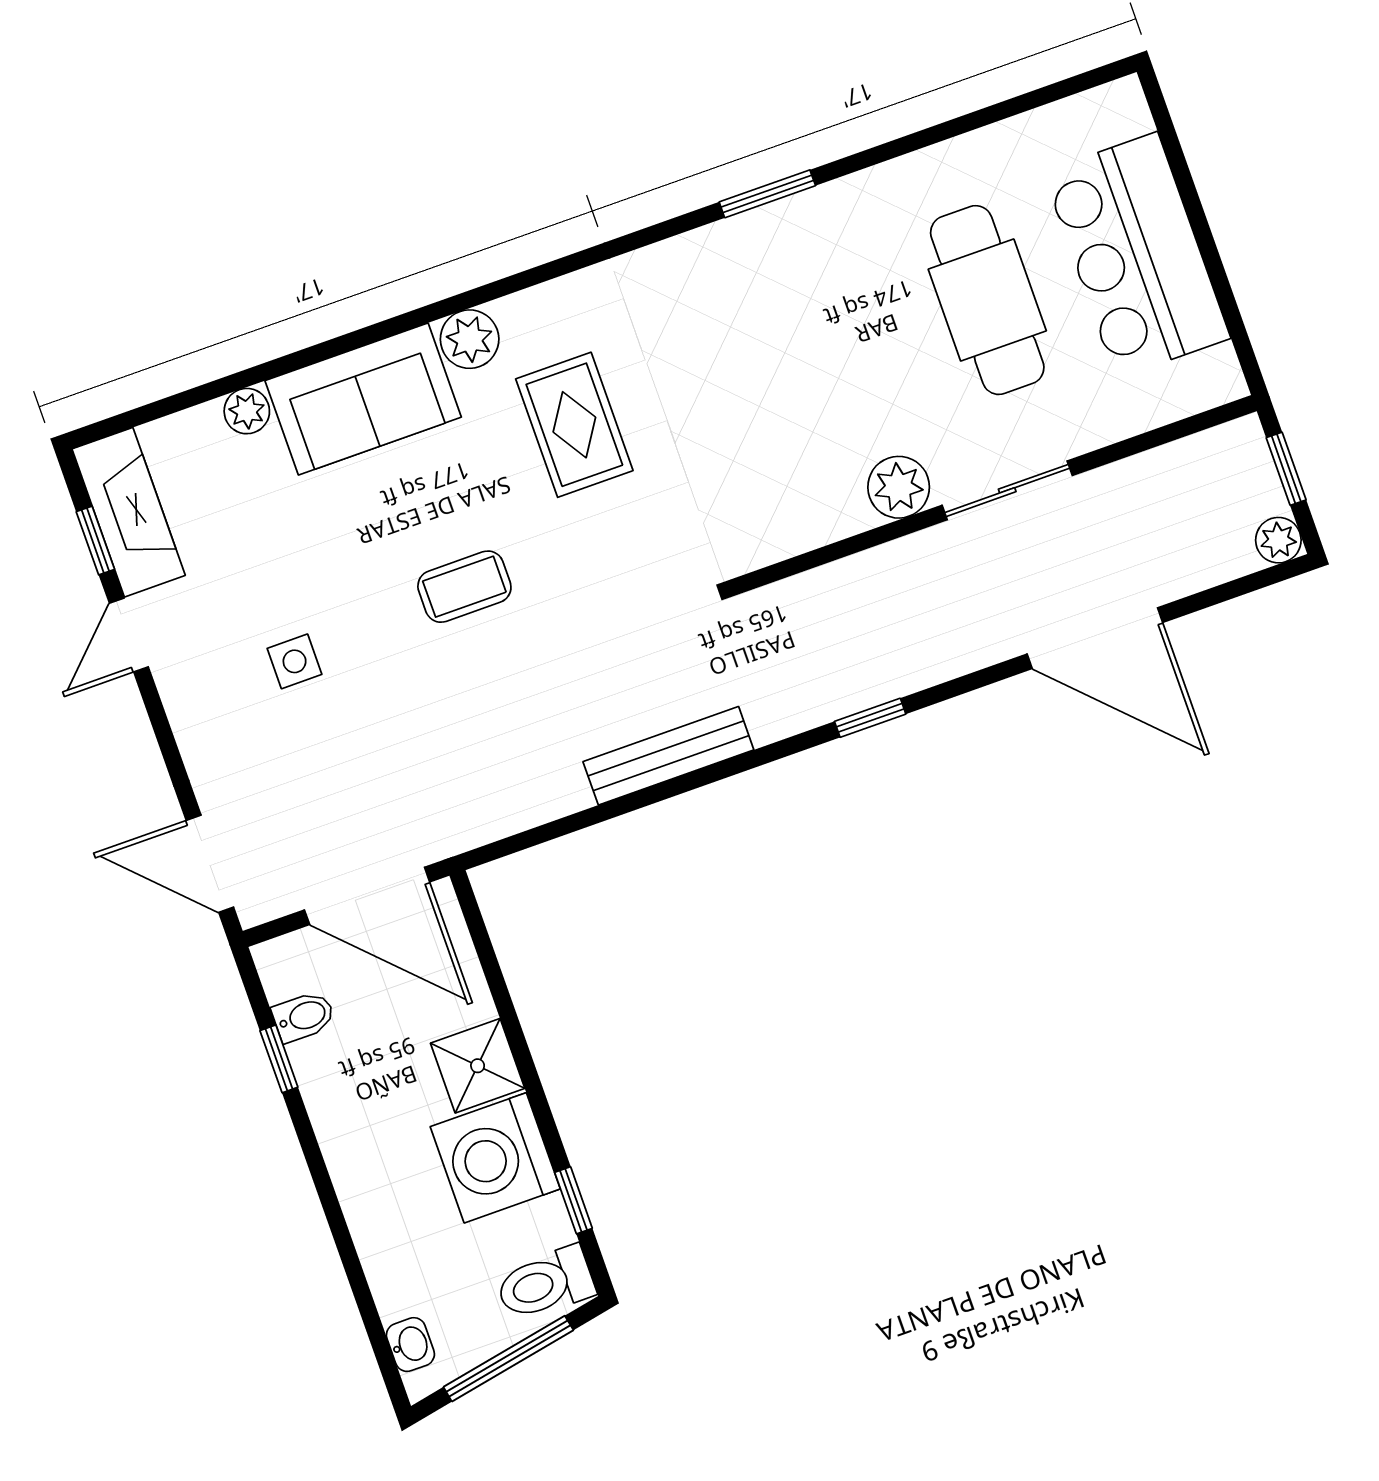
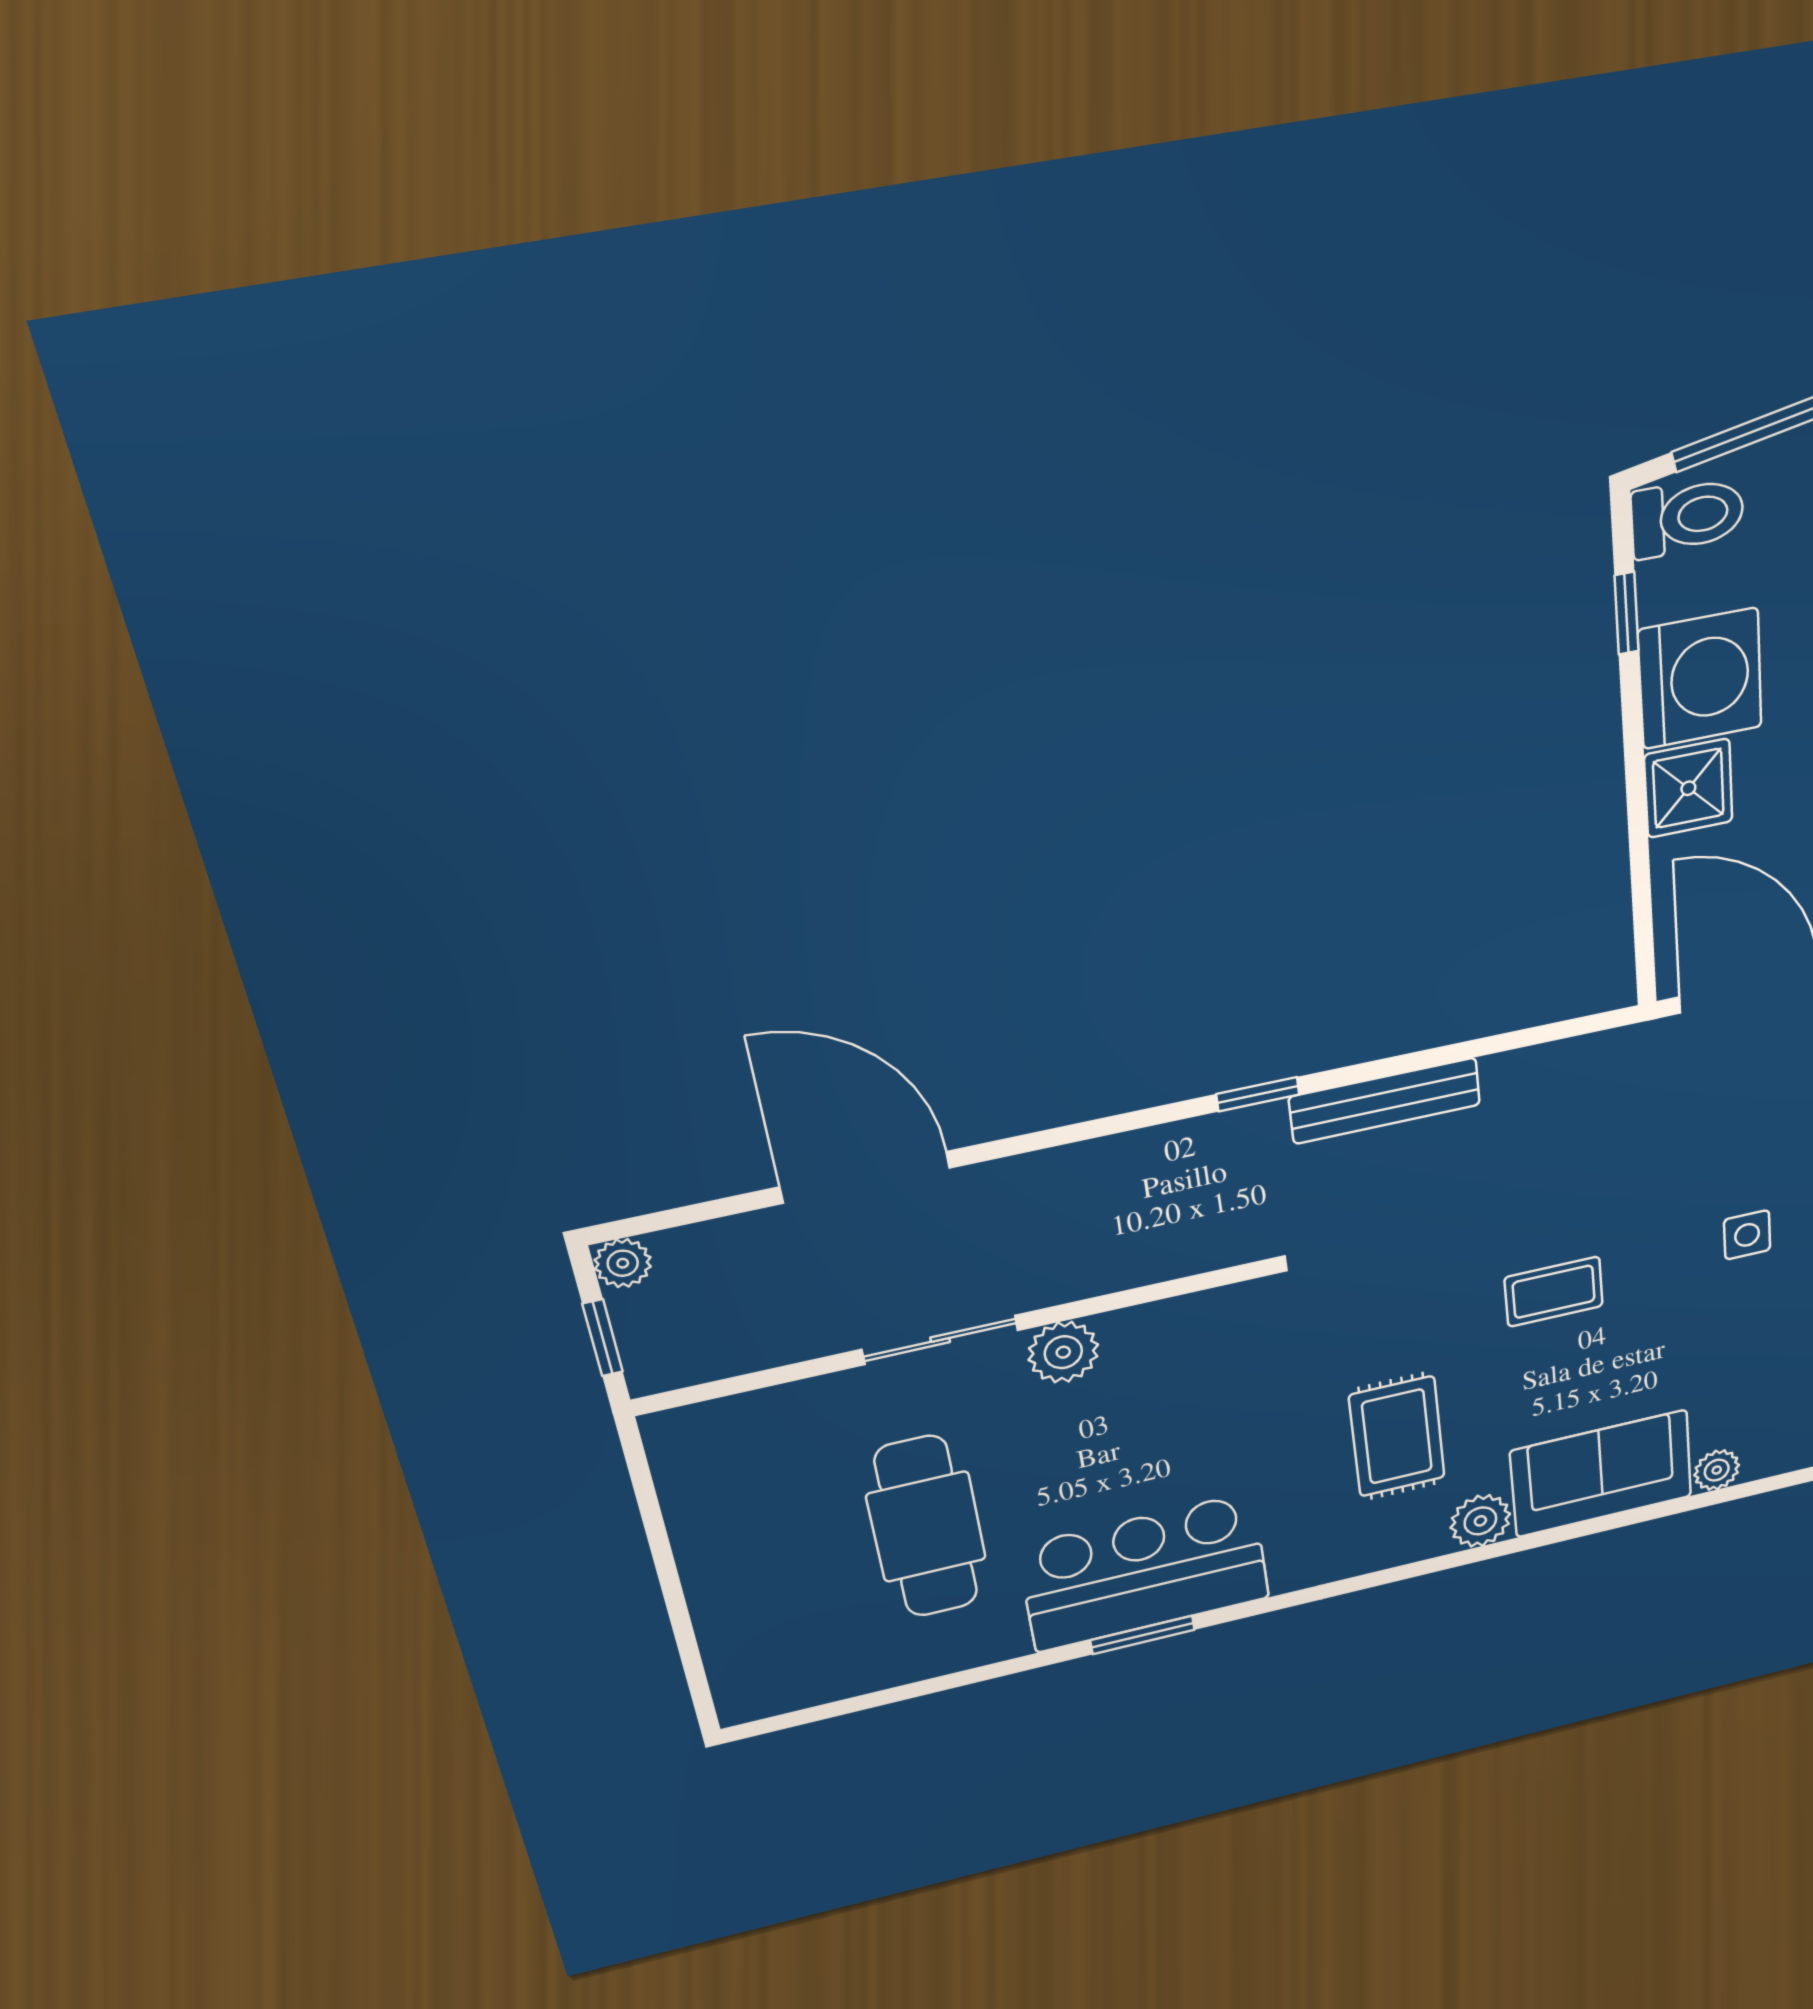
bar counter: (1137, 255) -> (1144, 1572), moved, turned -90
window: (870, 718) -> (1258, 1094), moved

